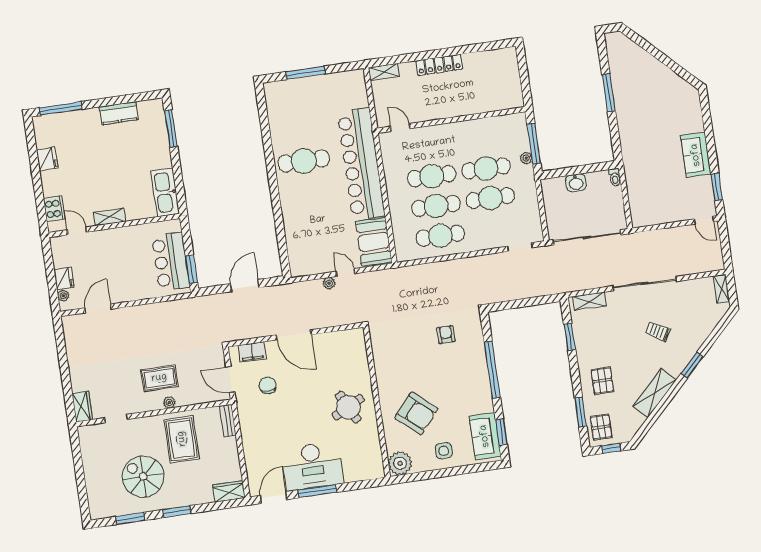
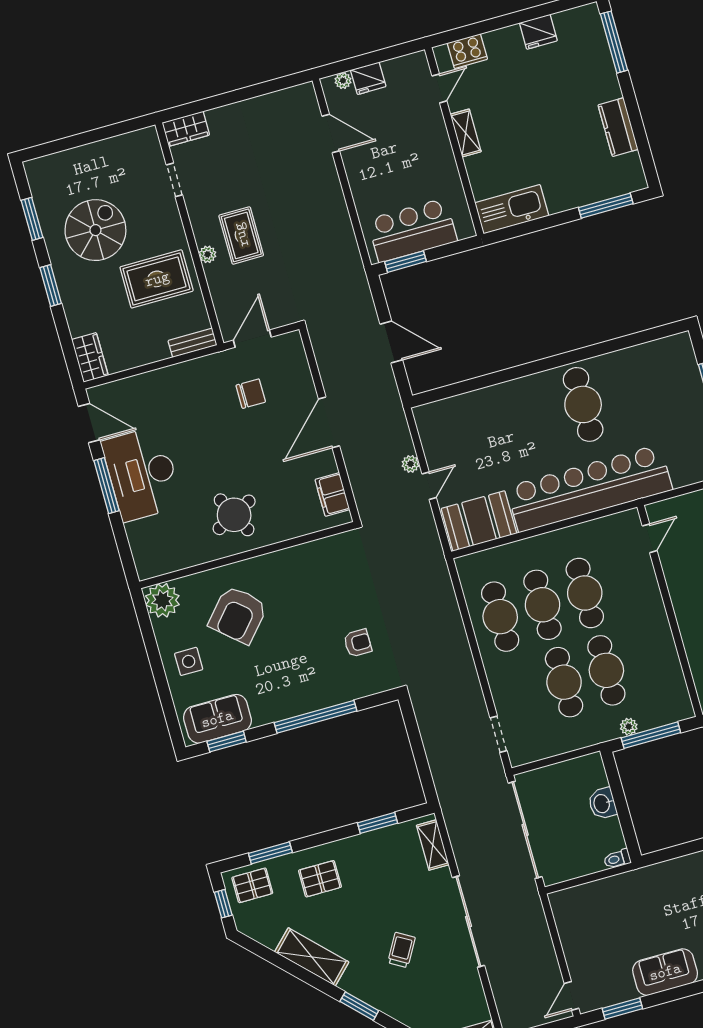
filing cabinet: (252, 352) -> (332, 494), moved

